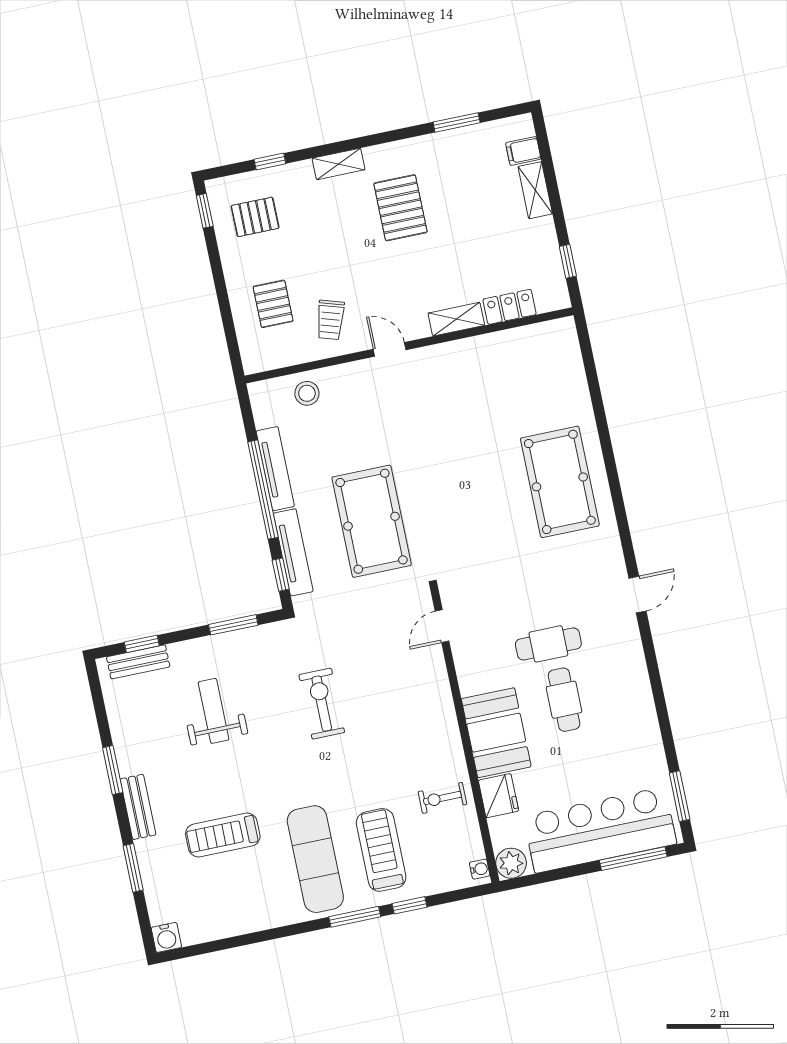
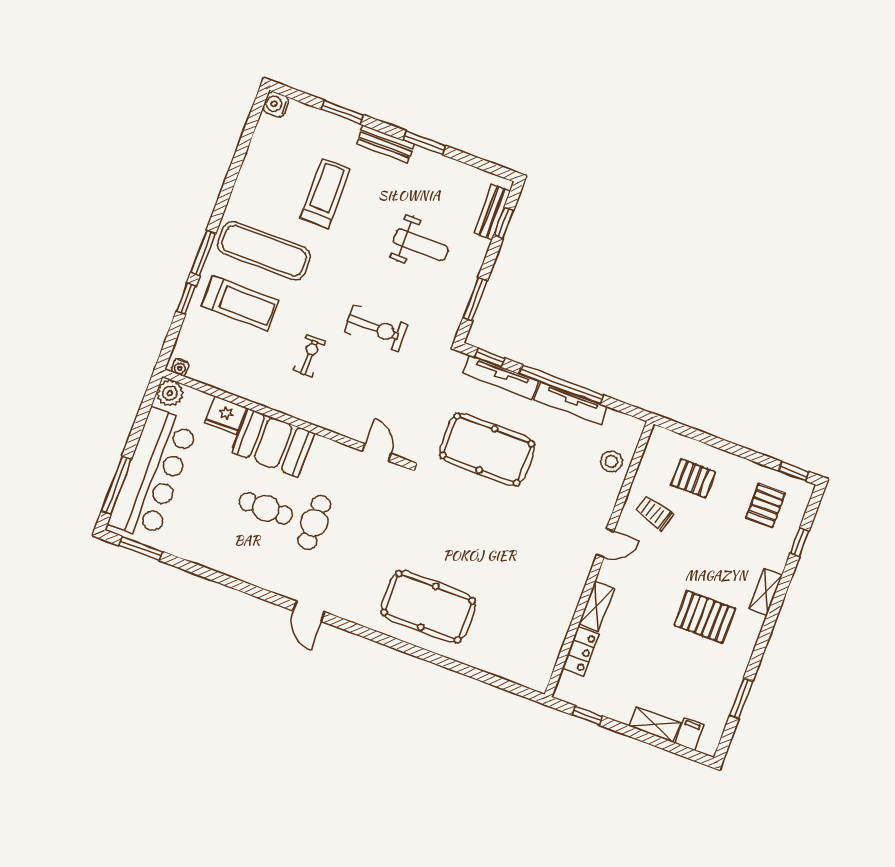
exercise bike: (442, 798) -> (309, 356), moved

